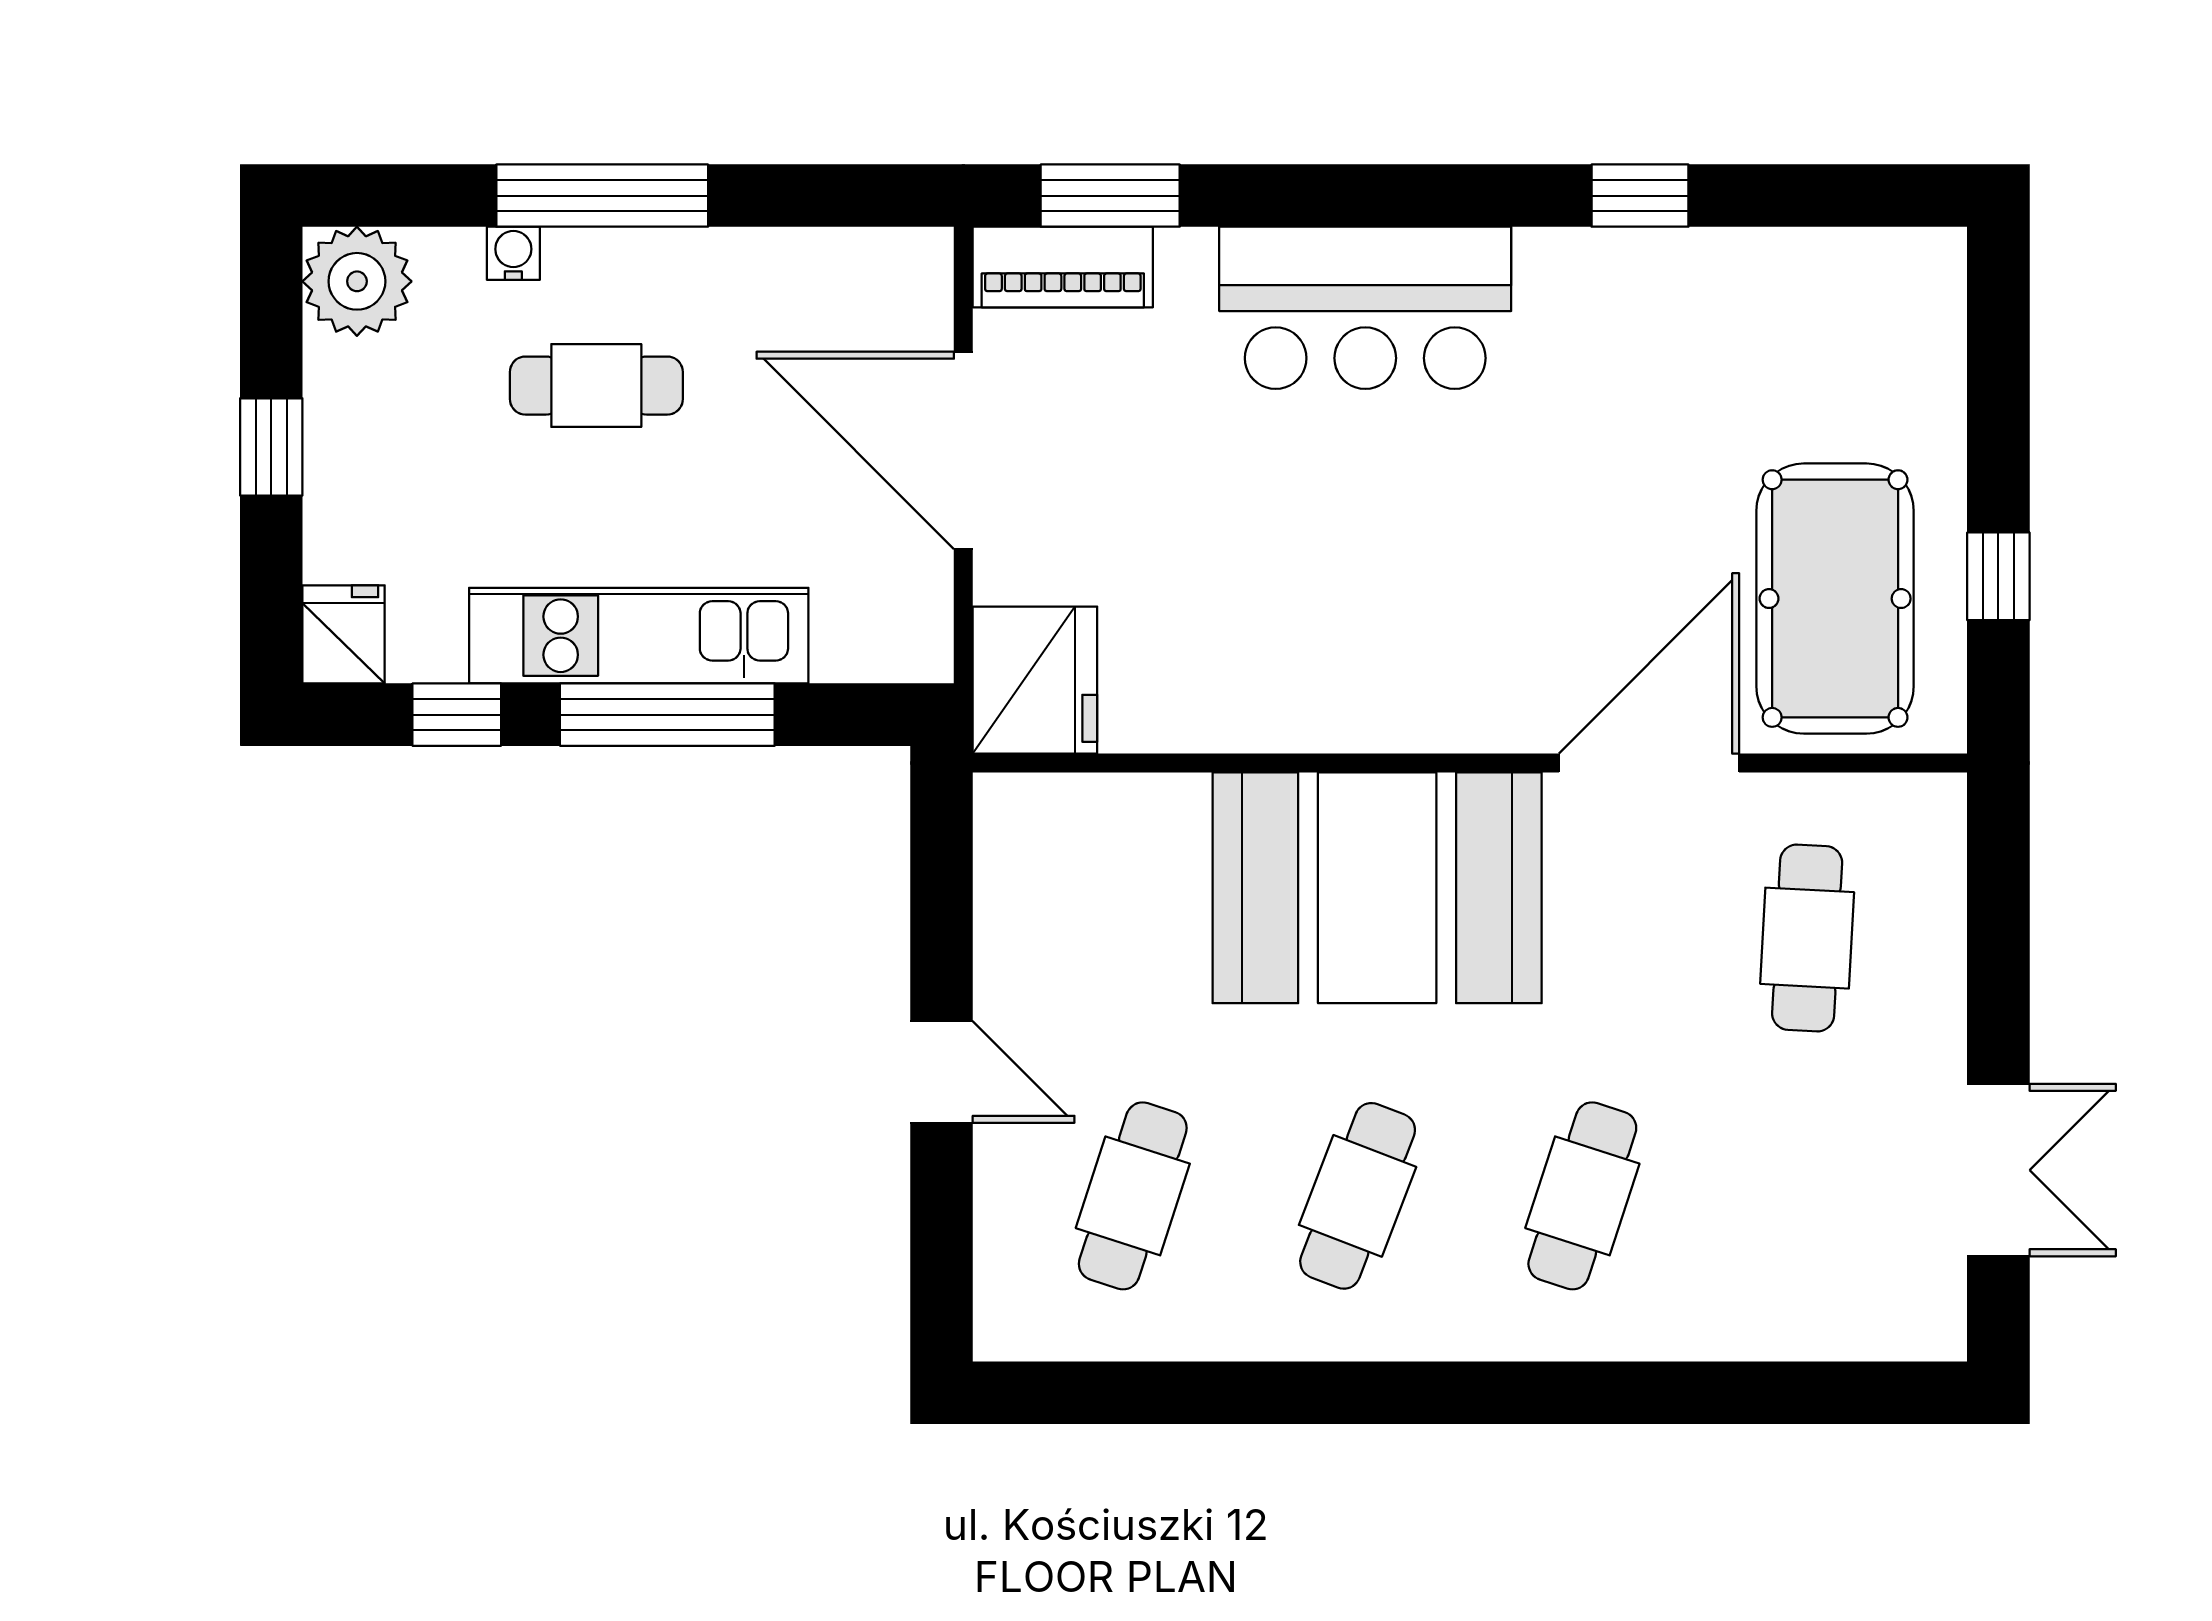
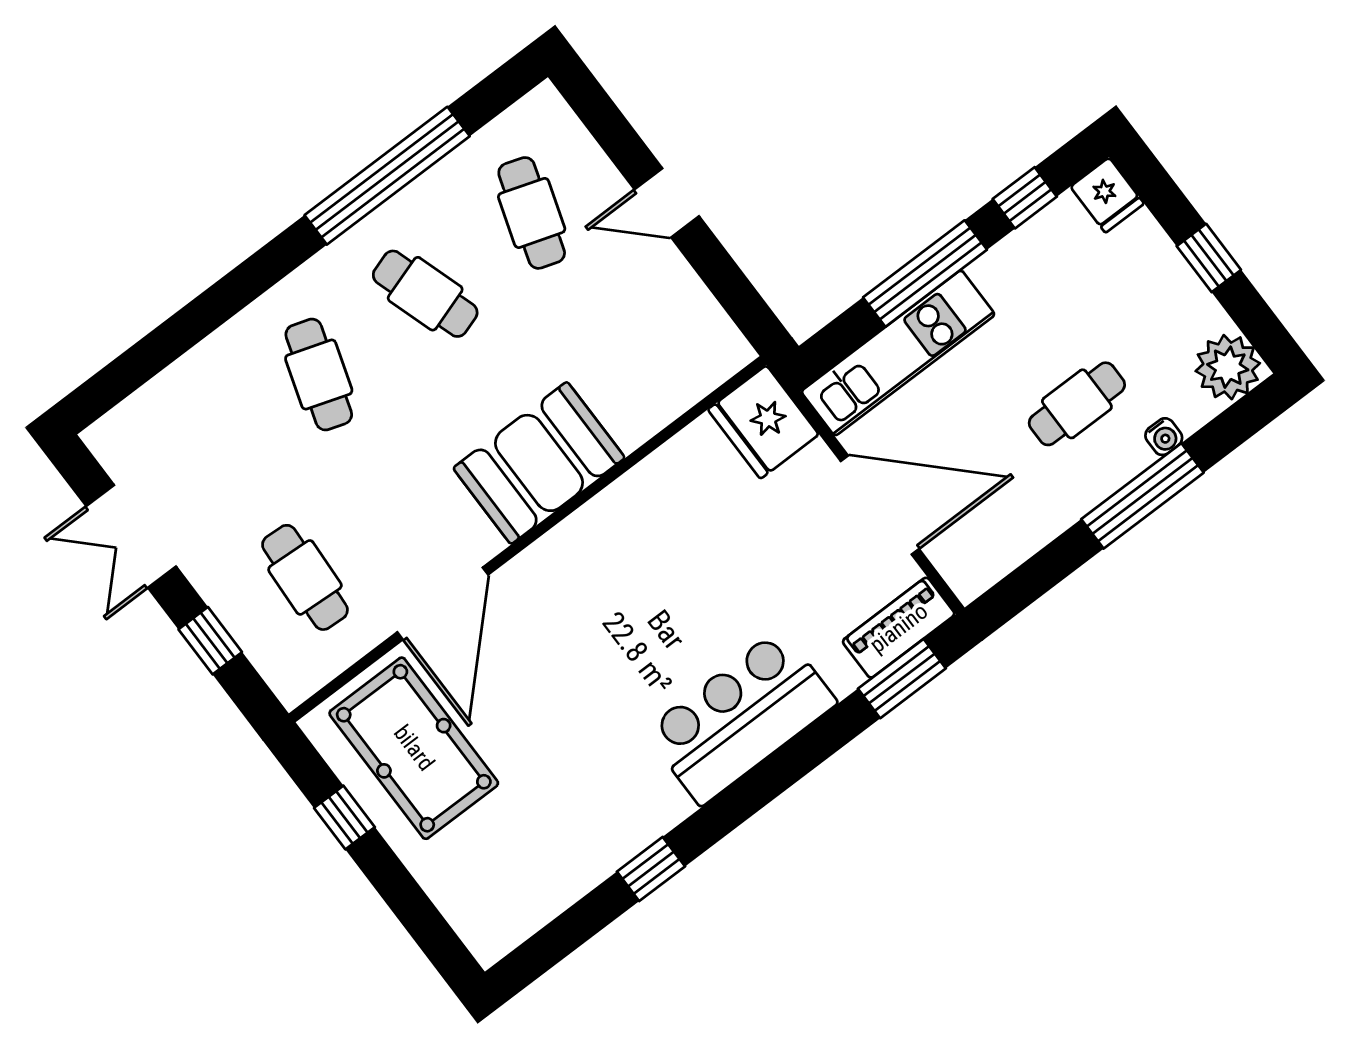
kitchen unit: (639, 636) -> (898, 353), moved
booth: (1377, 888) -> (539, 463), width x0.73, depth x0.70
window: (1998, 950) -> (210, 641), added
cafe table: (1358, 1196) -> (425, 294), turned -39
window: (1288, 1393) -> (387, 176), added

